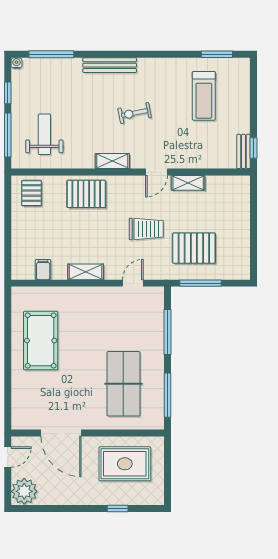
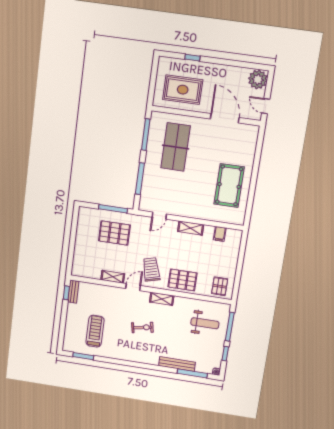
bench: (110, 65) -> (177, 364), moved
weight bench: (44, 134) -> (205, 323), turned -90
trolley: (146, 229) -> (151, 269), moved, turned 75
door: (8, 457) -> (266, 106), hinge flipped

